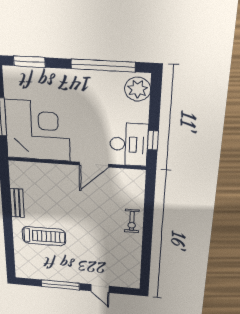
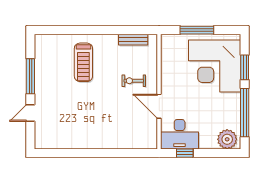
window: (29, 62) -> (245, 67), moved
corner desk: (38, 131) -> (215, 66), moved, turned 90
bench: (17, 203) -> (133, 40), moved
exercise bike: (132, 221) -> (134, 81), moved

